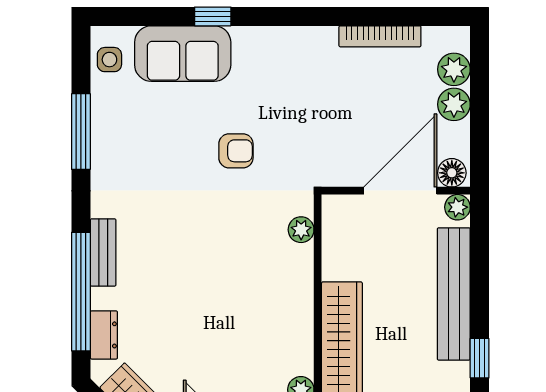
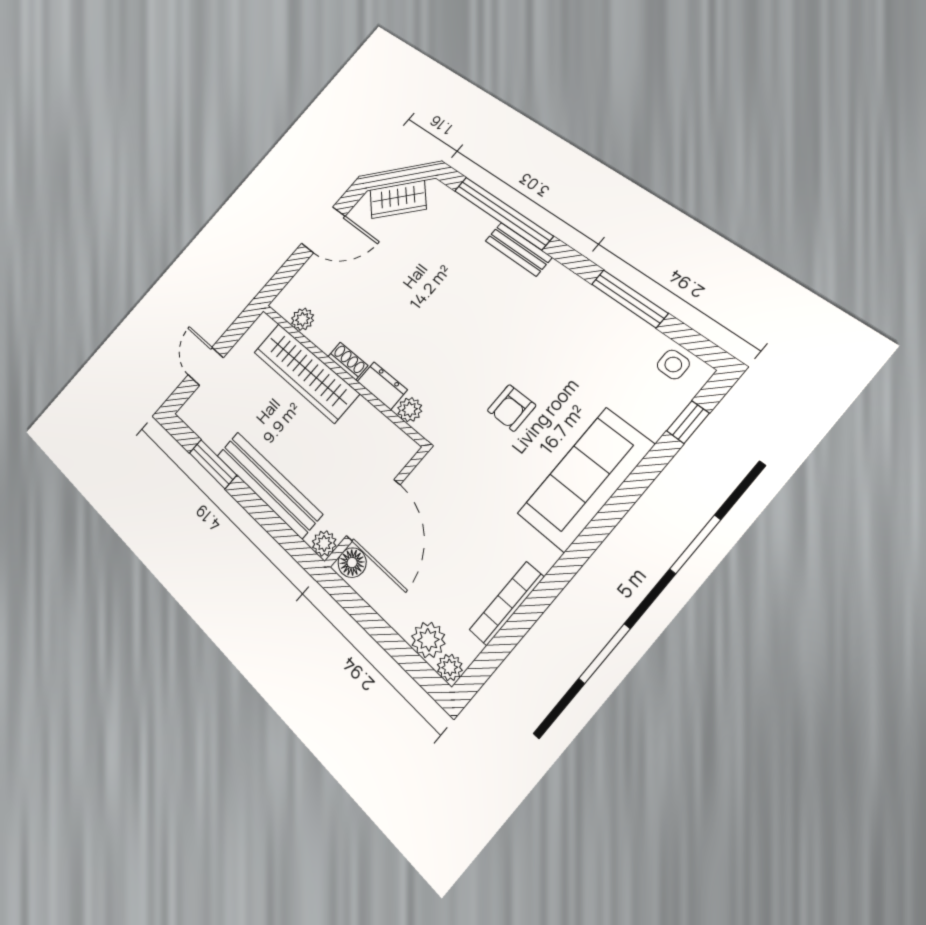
window: (213, 16) -> (688, 422), moved
sofa: (183, 54) -> (586, 479), moved, width x1.36
plant: (454, 104) -> (450, 667), moved, width x0.73, depth x0.73
shoe rack: (304, 317) -> (348, 361), added
dresser: (104, 335) -> (382, 386), moved, turned 180
window: (480, 358) -> (213, 464), width x1.50

